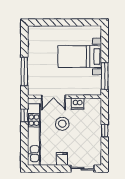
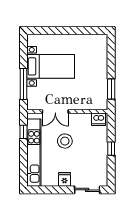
bed with nightstands: (80, 56) -> (51, 66), moved, turned 180
window: (105, 76) -> (111, 89), width x0.69
dishwasher: (78, 104) -> (99, 119), moved

